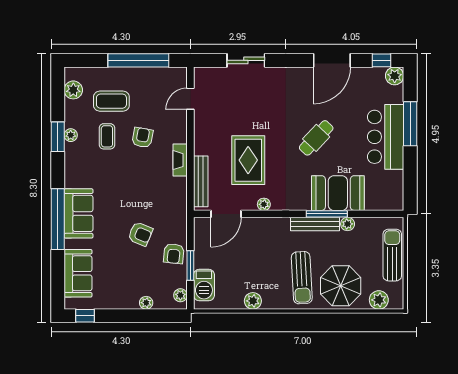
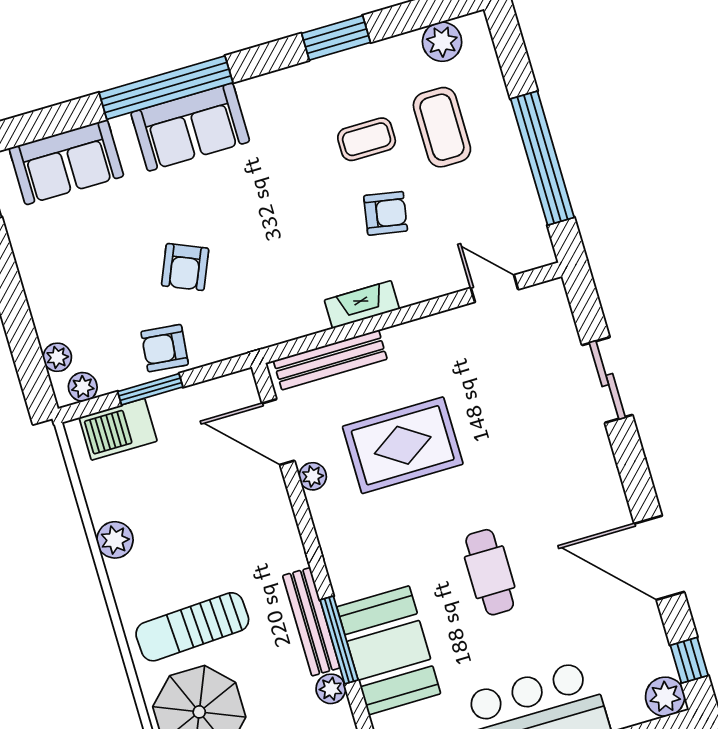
plant: (71, 135) -> (347, 64), removed
cafe table: (316, 138) -> (490, 572), turned 47
plant: (264, 204) -> (313, 476), moved
plant: (146, 303) -> (57, 357), moved

